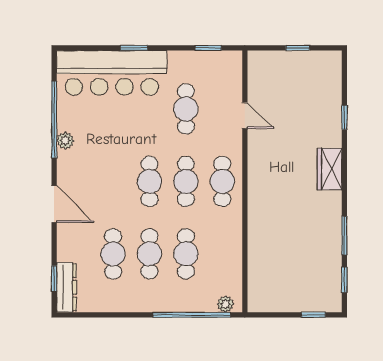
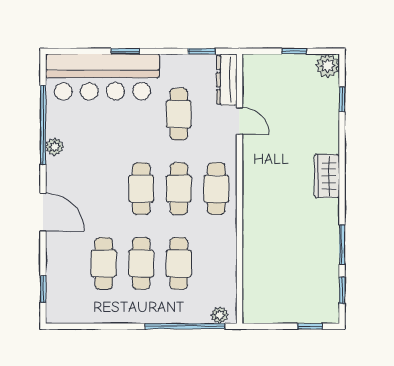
plant: (330, 62) -> (328, 66), added
window: (344, 117) -> (342, 100), moved
dresser: (66, 287) -> (227, 80), moved, turned 180

